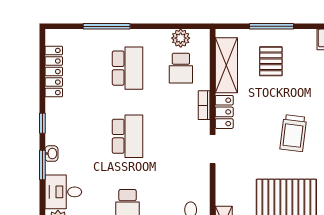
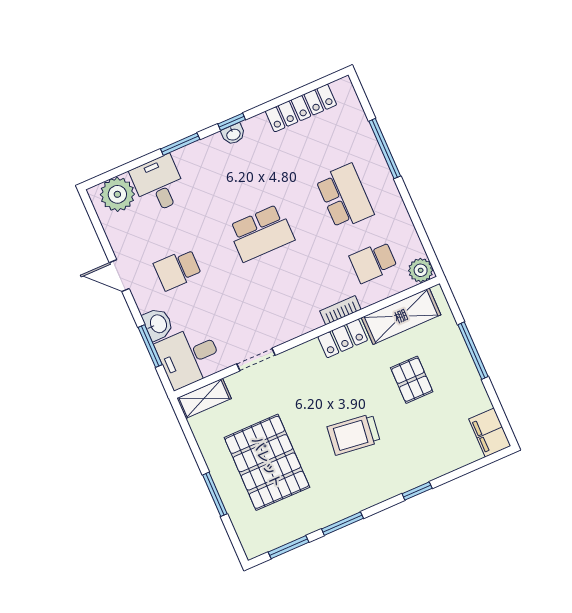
plant: (181, 38) -> (421, 270), moved
pallet: (271, 61) -> (412, 380), moved, turned 90
school desk: (128, 68) -> (345, 197), turned -90
doorway: (213, 149) -> (256, 360), moved
washbasin: (51, 154) -> (233, 134), moved

